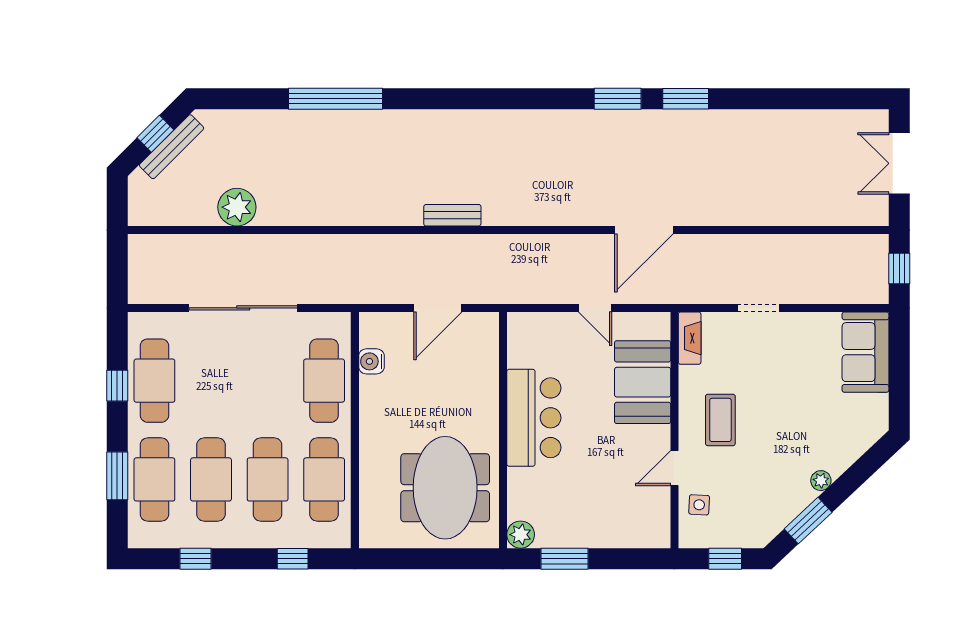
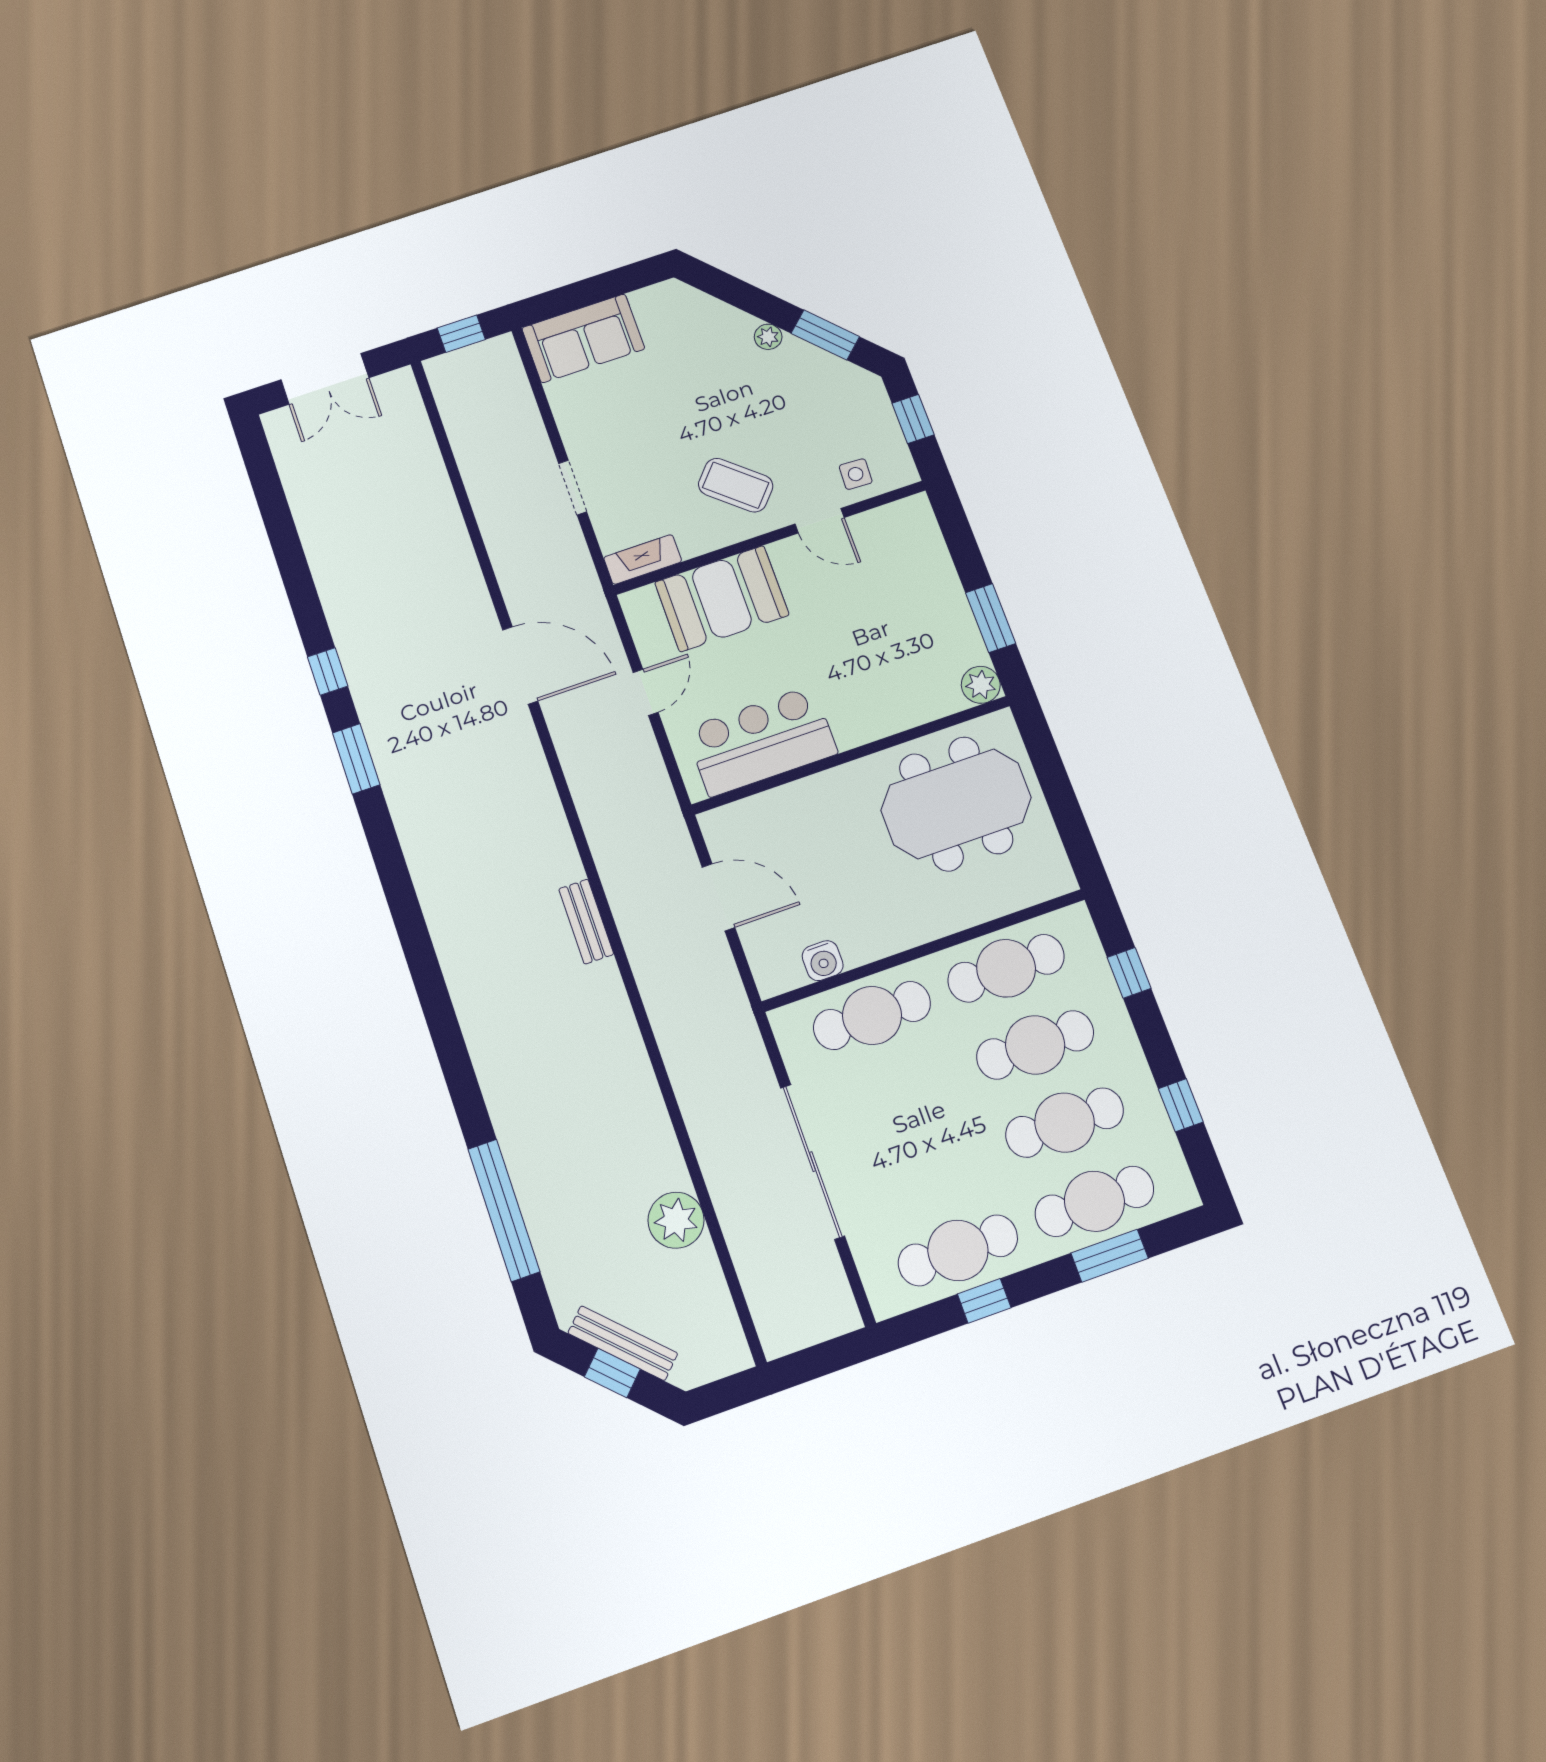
window: (335, 99) -> (504, 1210), moved
window: (686, 99) -> (328, 671), width x0.67
bar counter: (534, 418) -> (761, 741), moved
coffee table: (720, 420) -> (736, 485), turned 41

